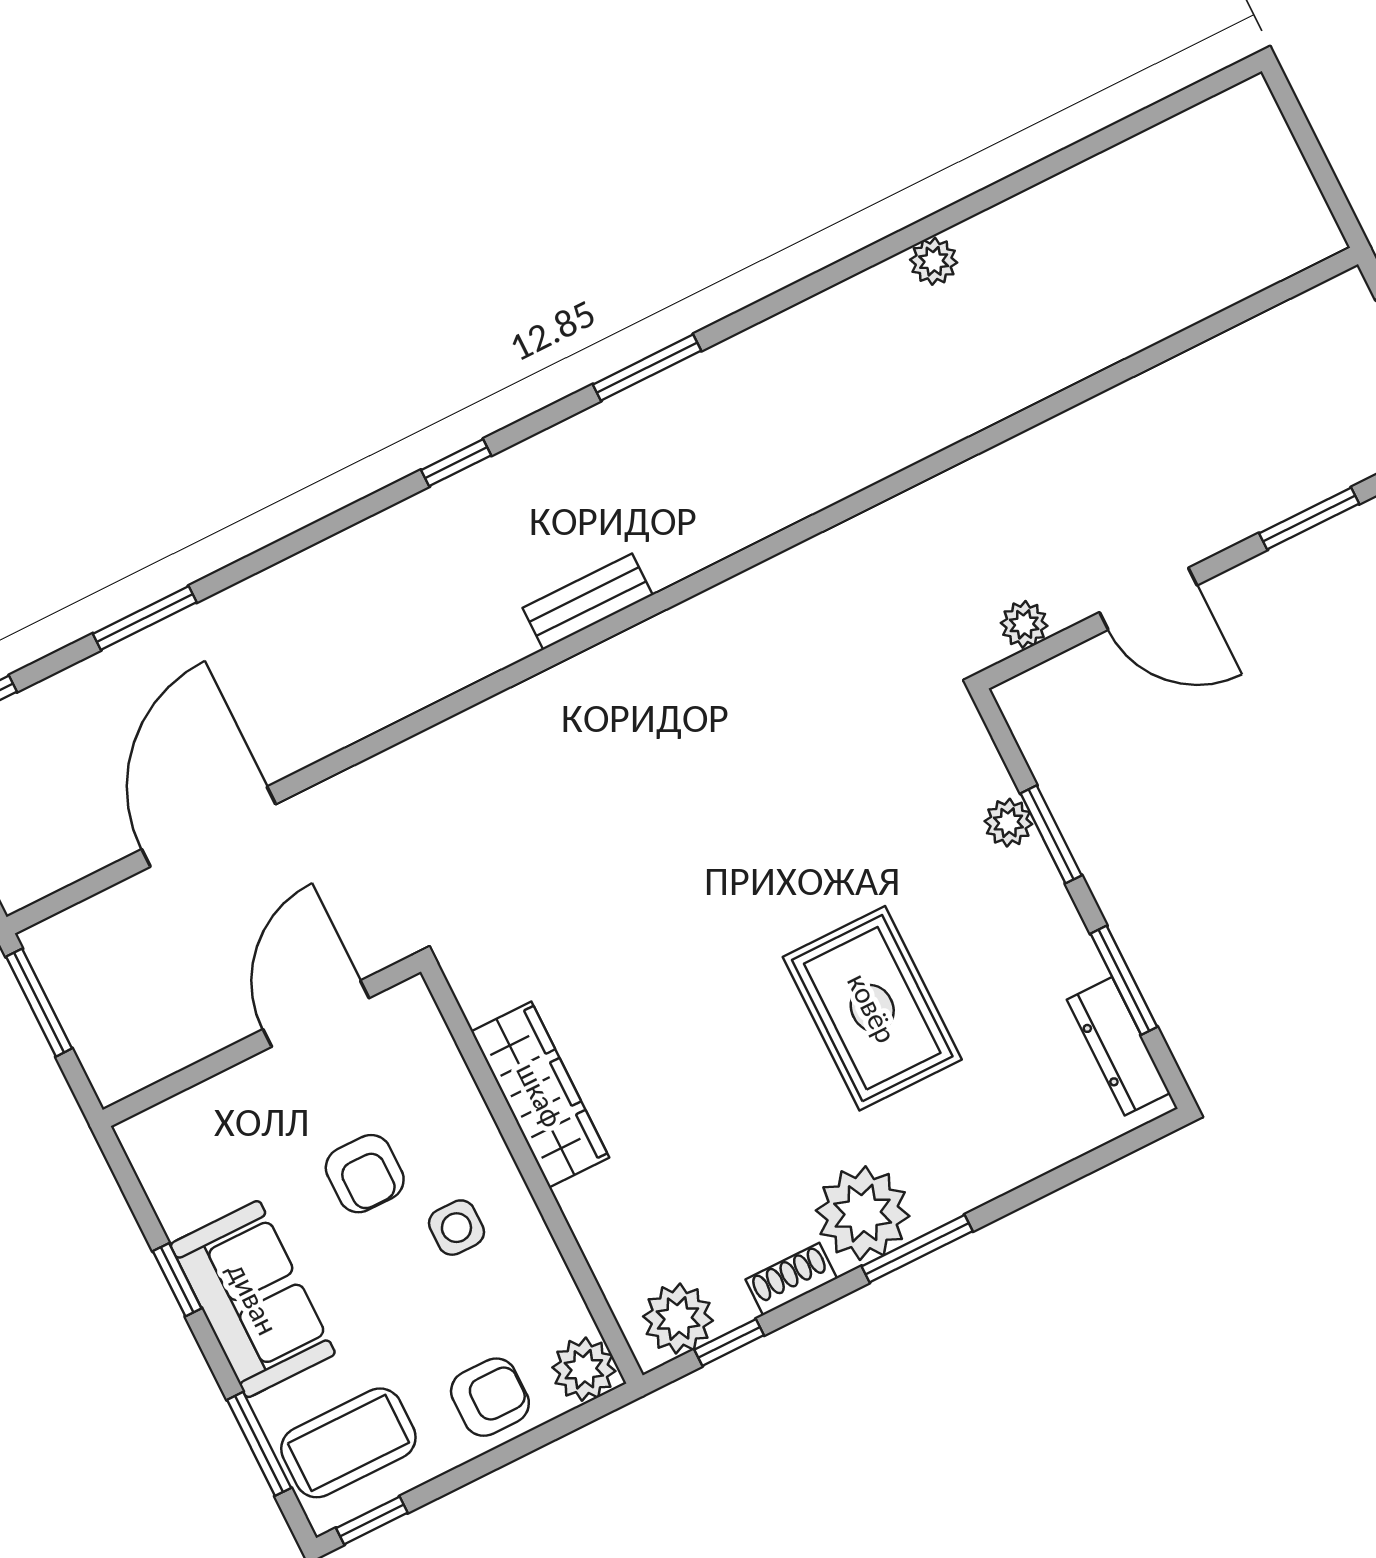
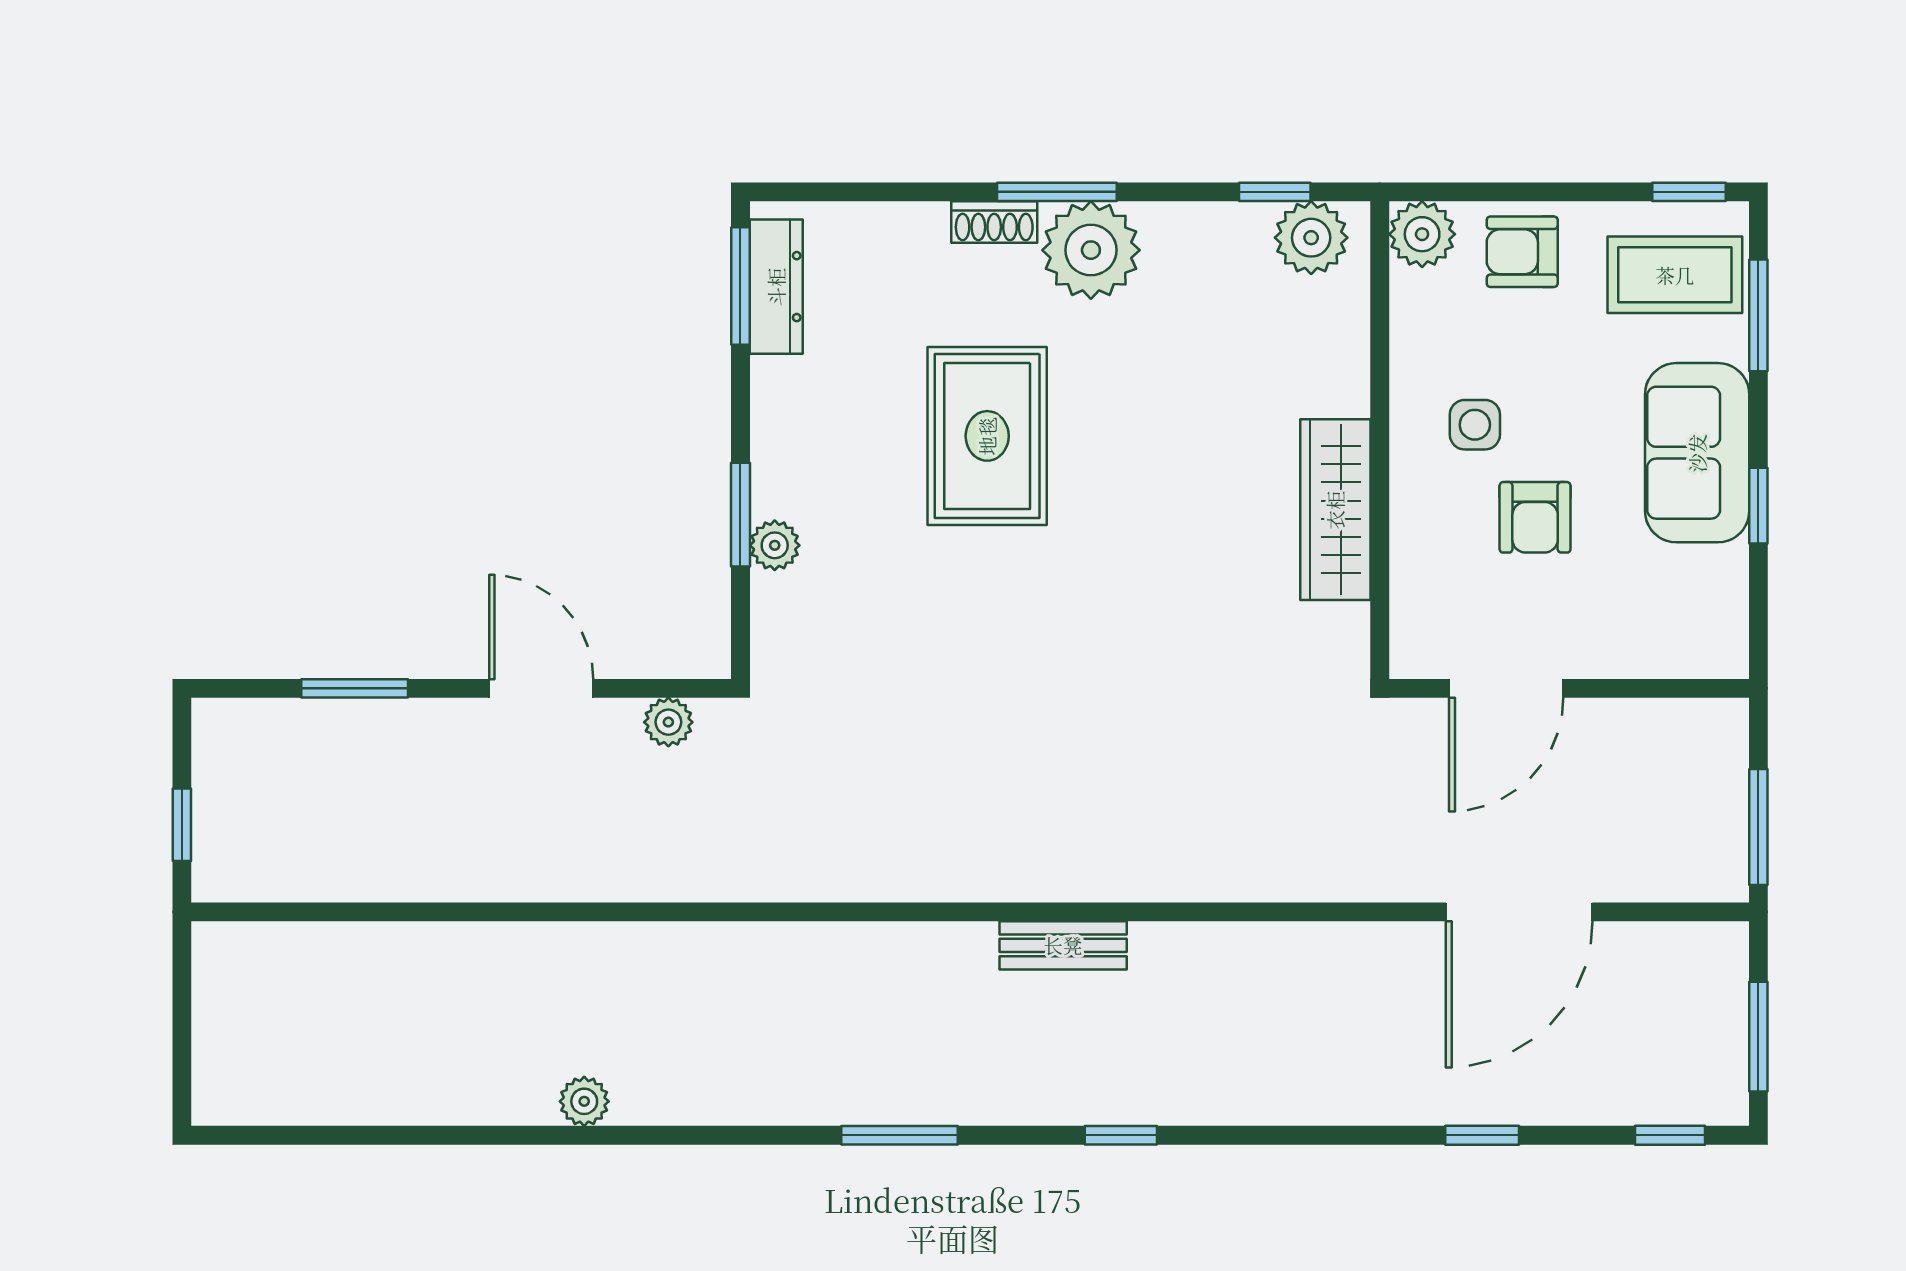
window: (145, 618) -> (1482, 1135), width x0.67
window: (1124, 980) -> (740, 286), moved
armchair: (365, 1174) -> (1535, 517), turned 180
shoe rack: (791, 1279) -> (994, 222), moved

